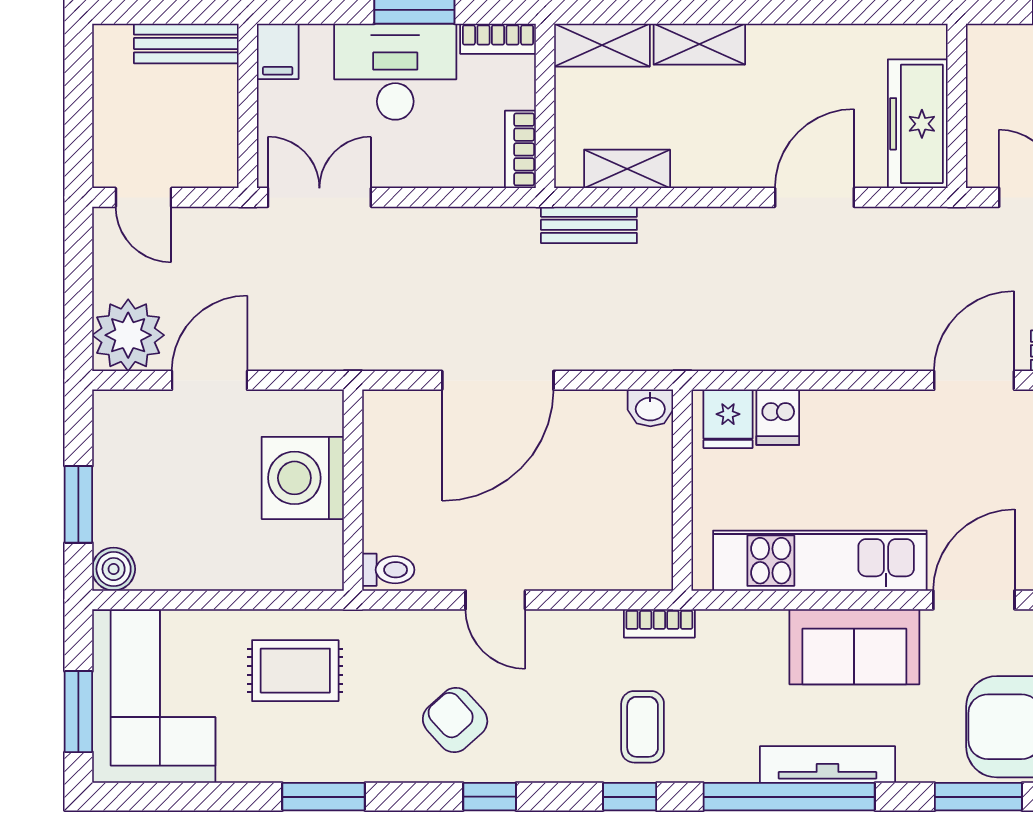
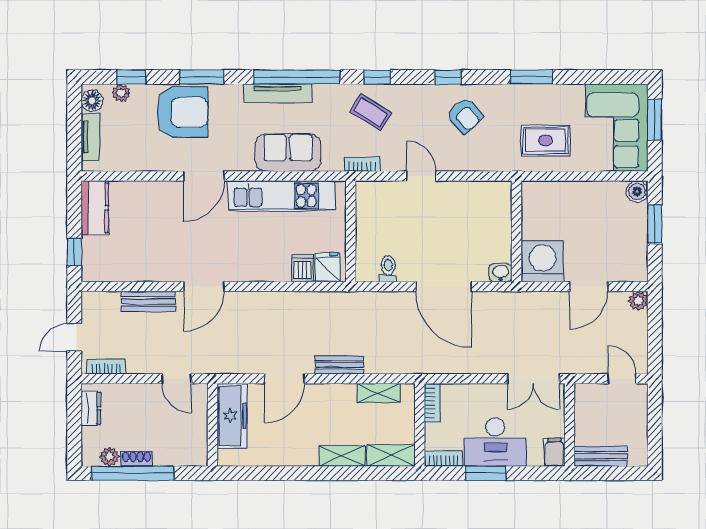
bench: (589, 225) -> (339, 365), moved
plant: (128, 335) -> (638, 301), width x0.53, depth x0.53
door: (498, 380) -> (444, 287), swing flipped
washbasin: (650, 408) -> (500, 273), moved
washing machine: (303, 478) -> (543, 261), moved, turned -90
toilet: (388, 570) -> (388, 269), moved, turned 90
door: (495, 600) -> (421, 176), moved
sofa: (854, 647) -> (288, 152), moved
coffee table: (643, 727) -> (371, 112), turned -58

